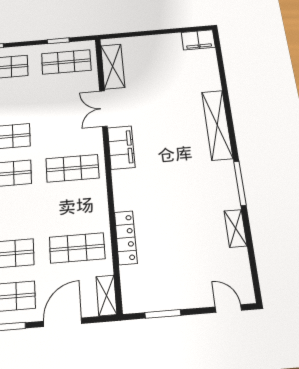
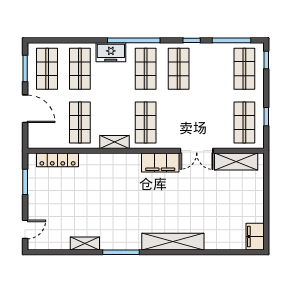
double door: (103, 109) -> (197, 151), swing flipped
locker: (126, 238) -> (58, 160), moved
shelving: (106, 295) -> (114, 142), moved

